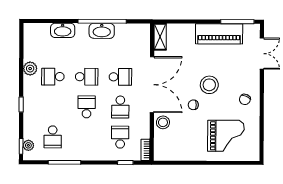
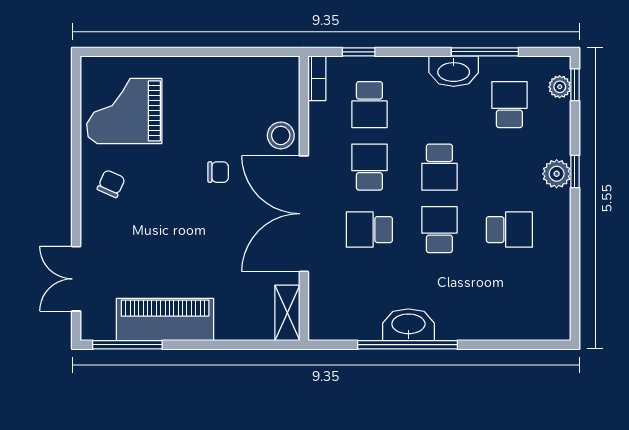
washbasin: (63, 30) -> (454, 71), moved, turned 180
plant: (30, 69) -> (557, 174), moved
school desk: (87, 77) -> (439, 230), turned 90
stool: (209, 85) -> (185, 214), removed
grand piano: (226, 136) -> (124, 111), moved

